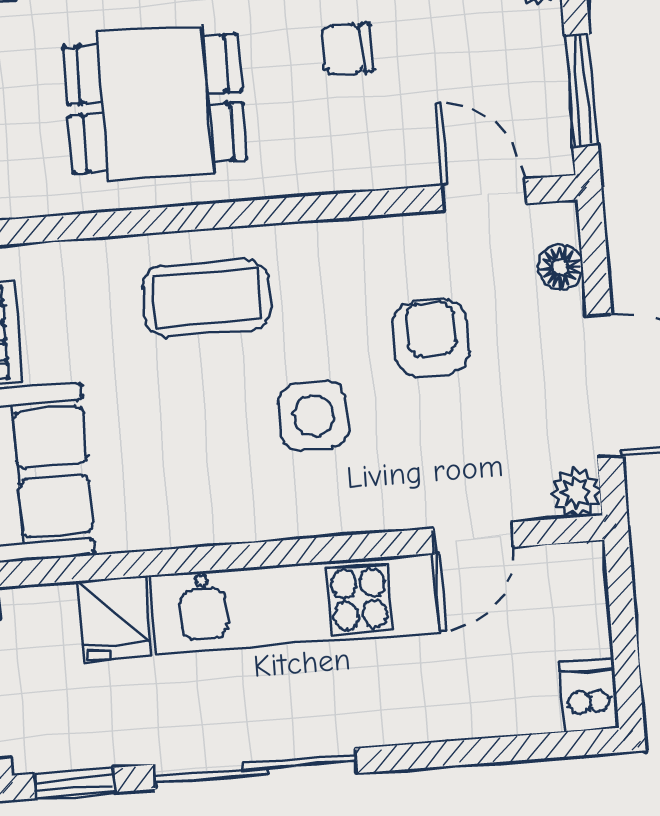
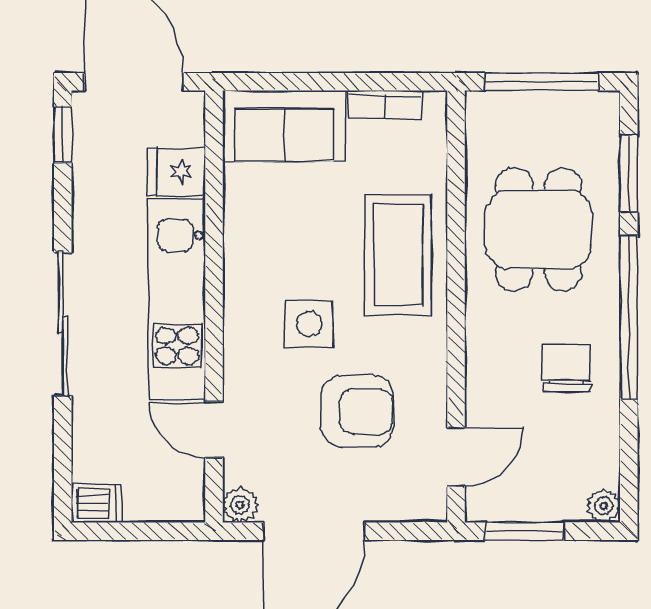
chair: (347, 49) -> (566, 368), width x1.37, depth x1.37
floor lamp: (561, 267) -> (400, 507), removed
coffee table: (207, 298) -> (398, 255), width x1.36, depth x1.32
armchair: (431, 338) -> (358, 411), width x1.38, depth x1.38
sliding door: (255, 769) -> (63, 324), moved

